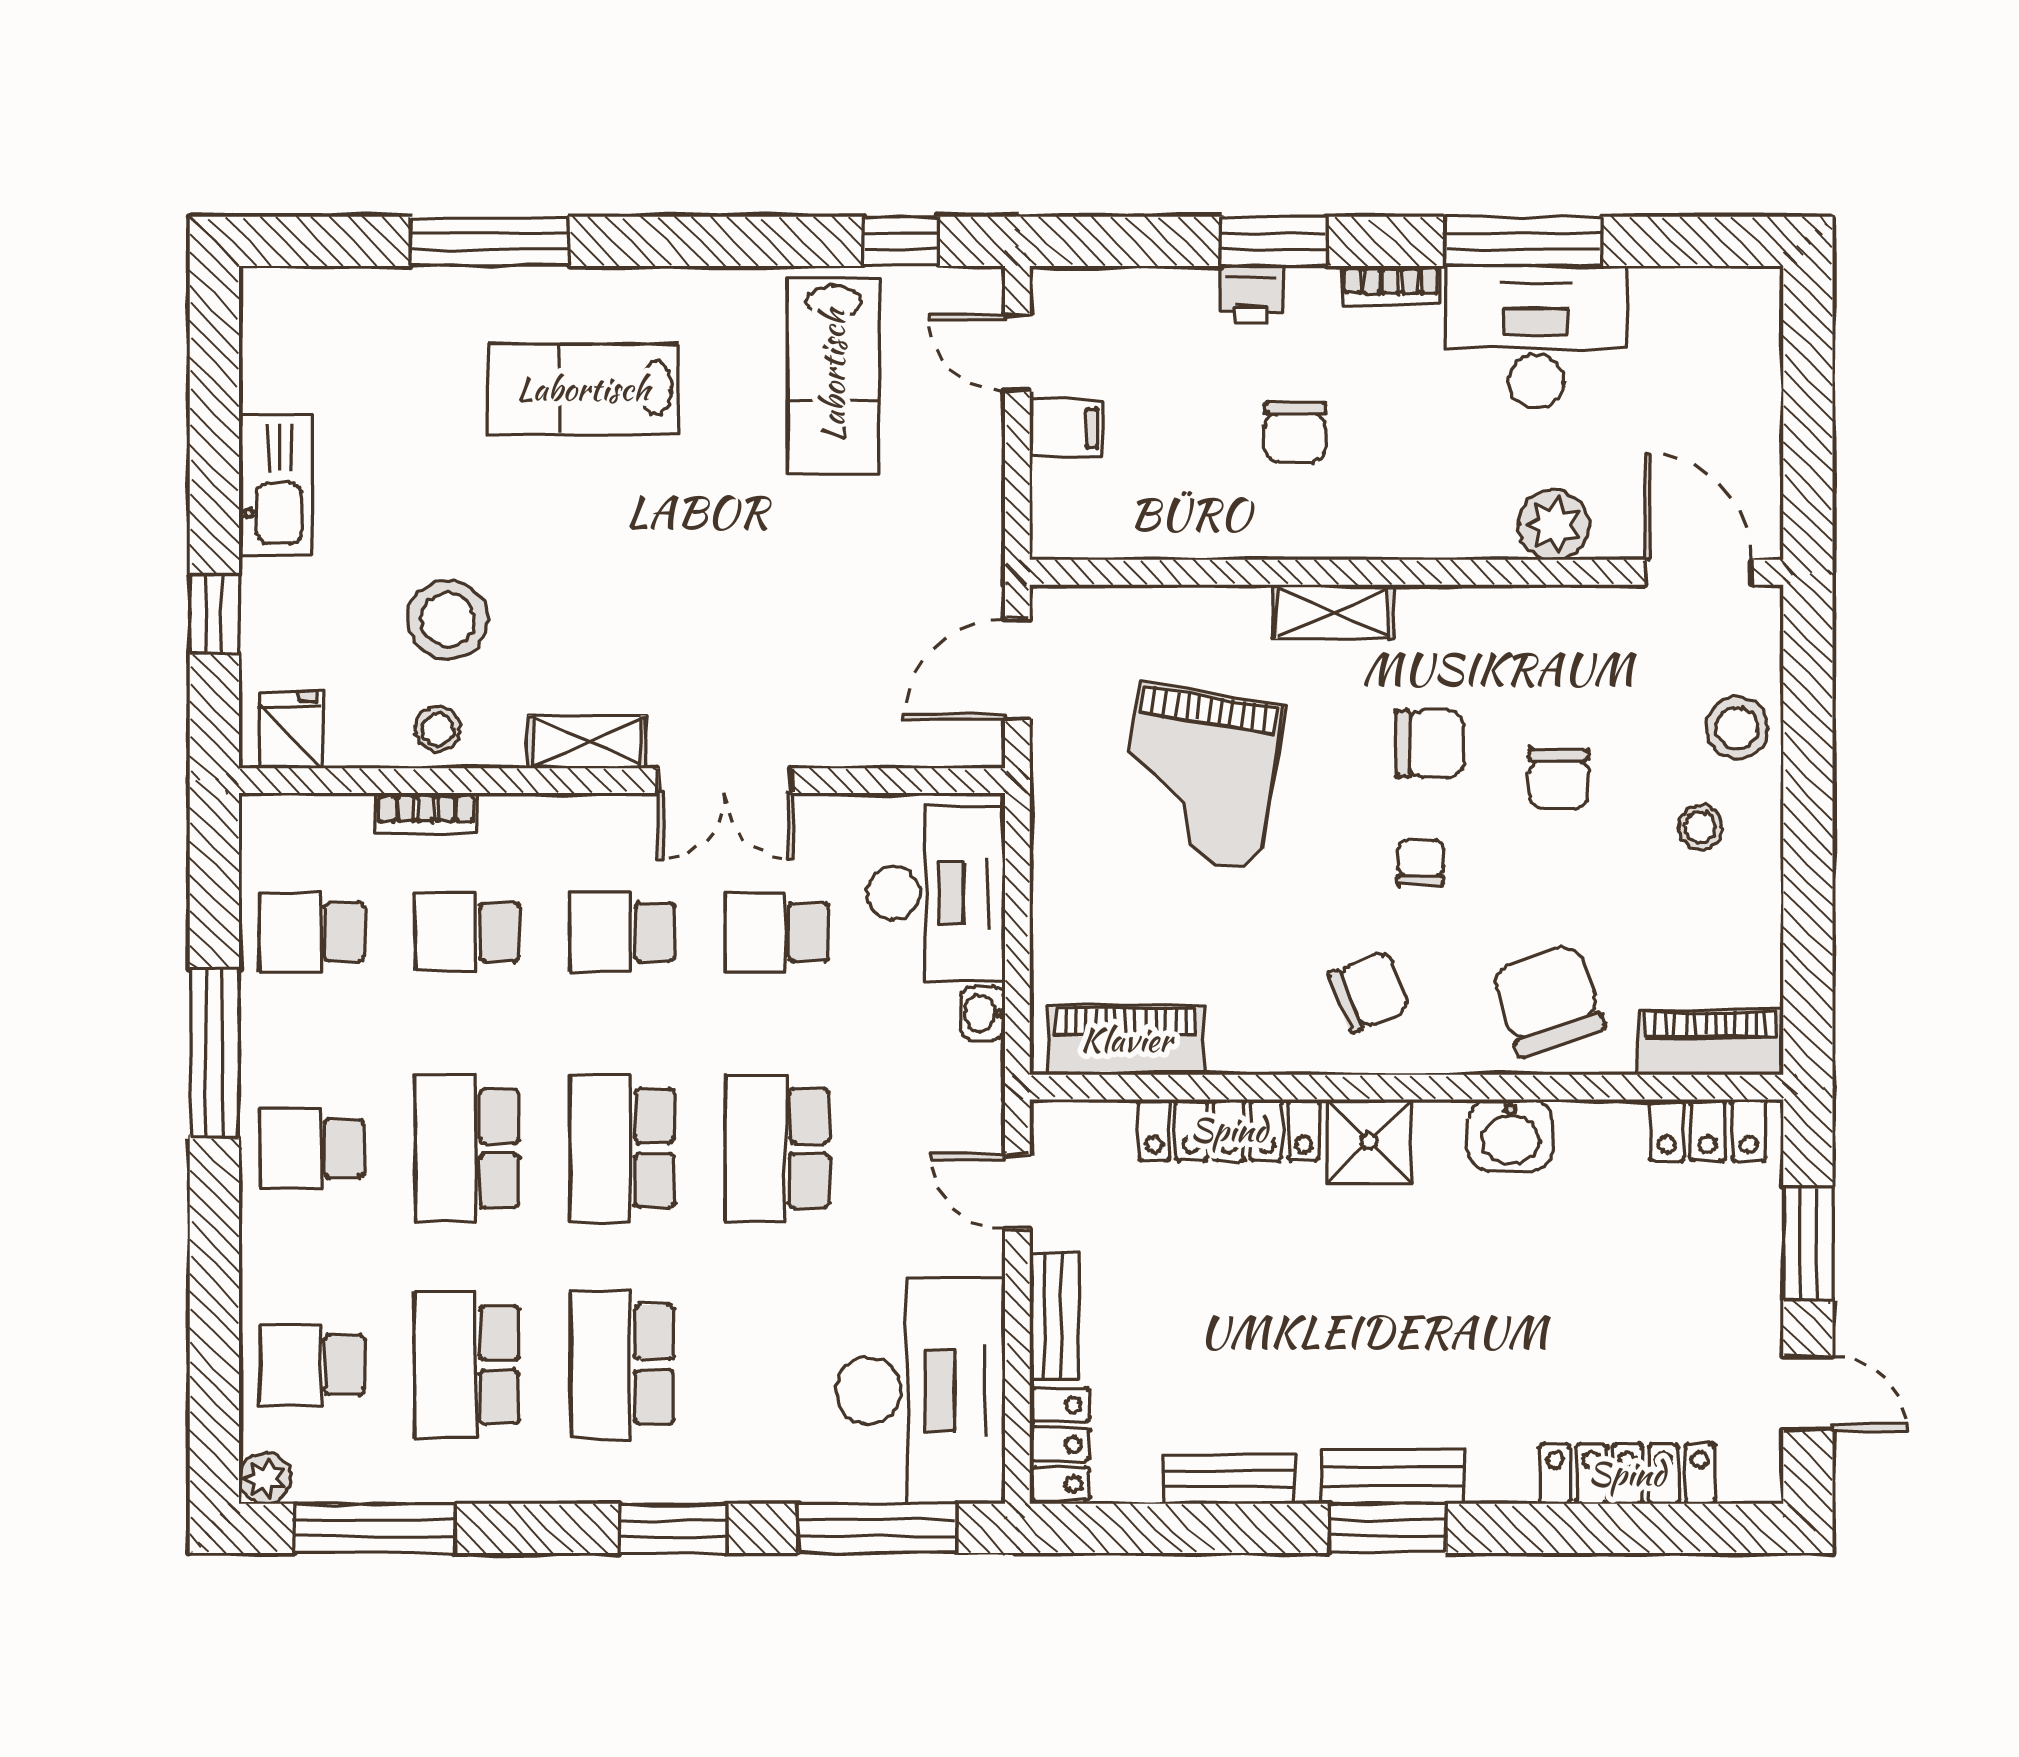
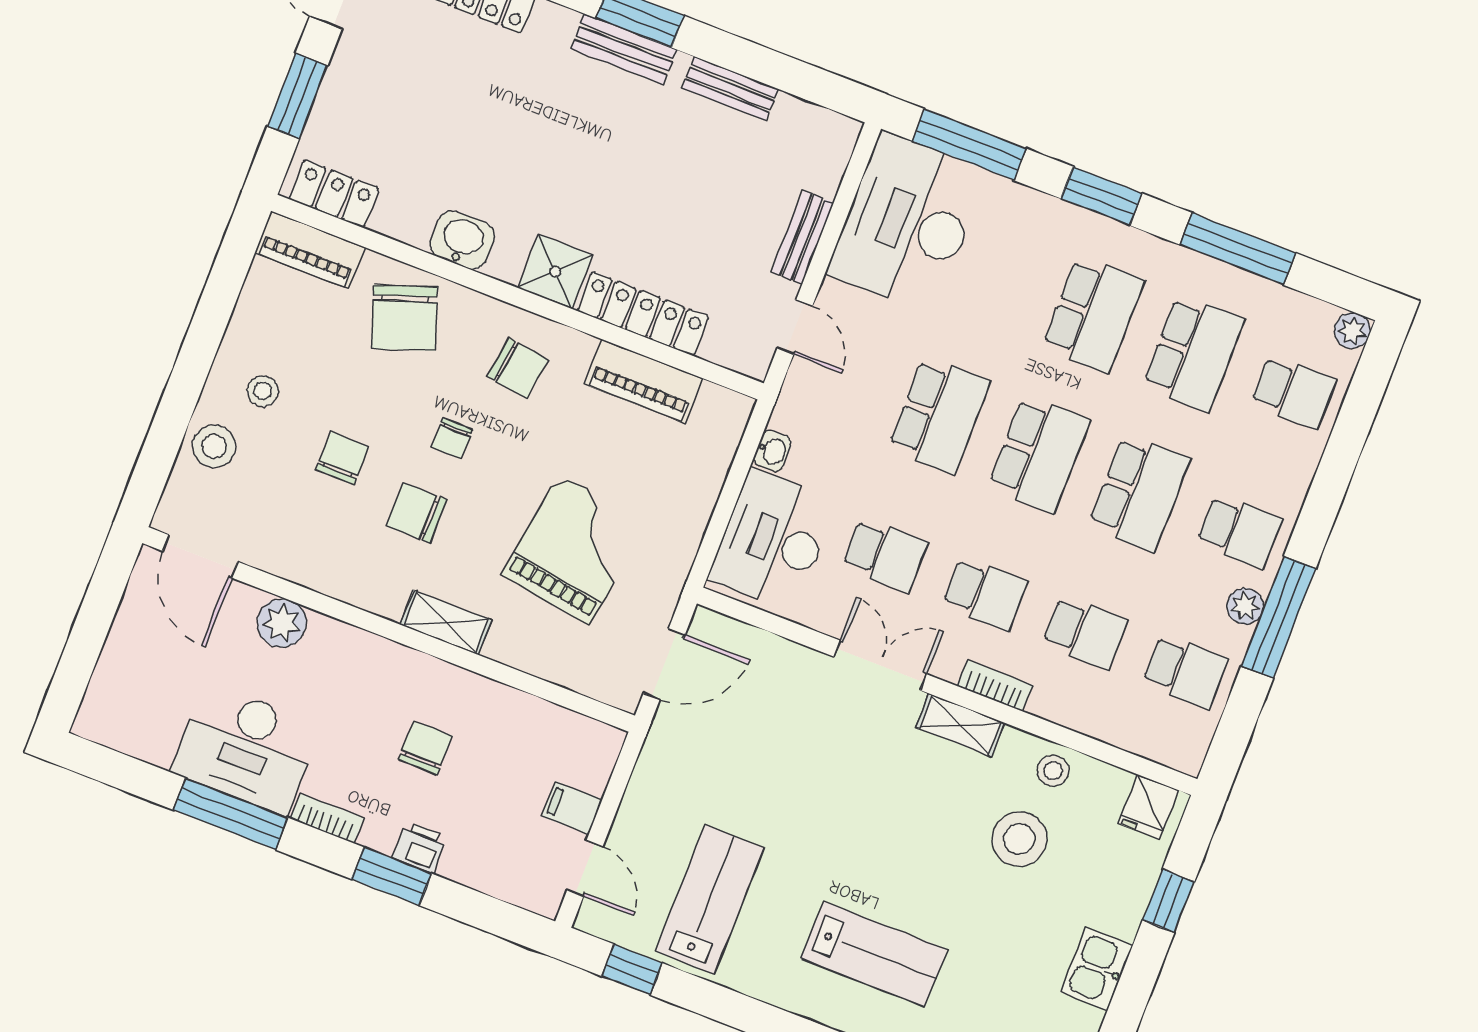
kitchen sink: (276, 485) -> (1097, 969), width x0.73
bookcase: (426, 813) -> (995, 686), moved
chair: (1369, 992) -> (518, 368), turned -150
piano: (1126, 1040) -> (644, 381), moved
plant: (265, 1051) -> (1245, 606), added
locker: (1060, 1444) -> (831, 153), removed
window: (375, 1528) -> (1238, 249), moved

